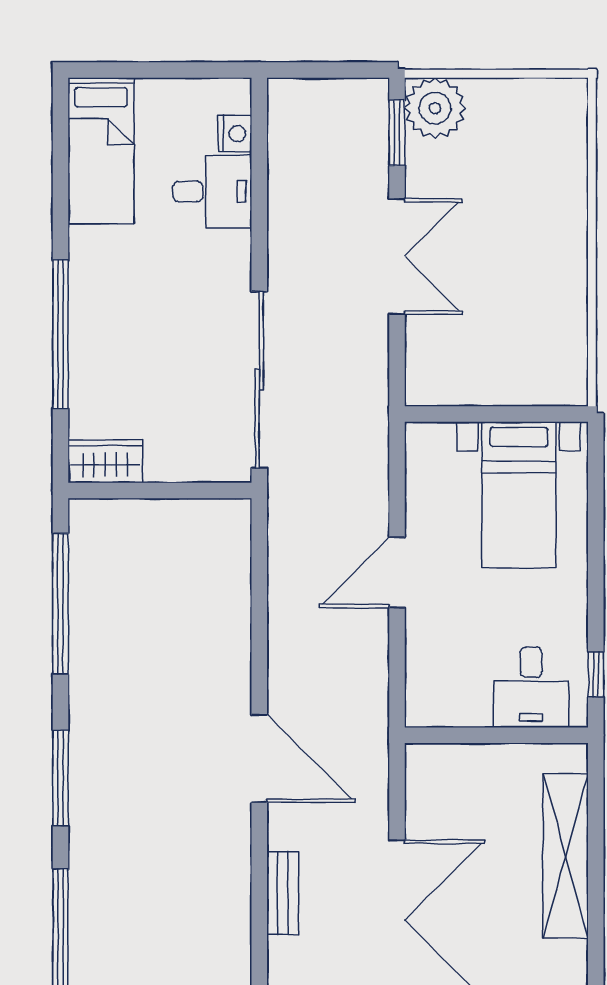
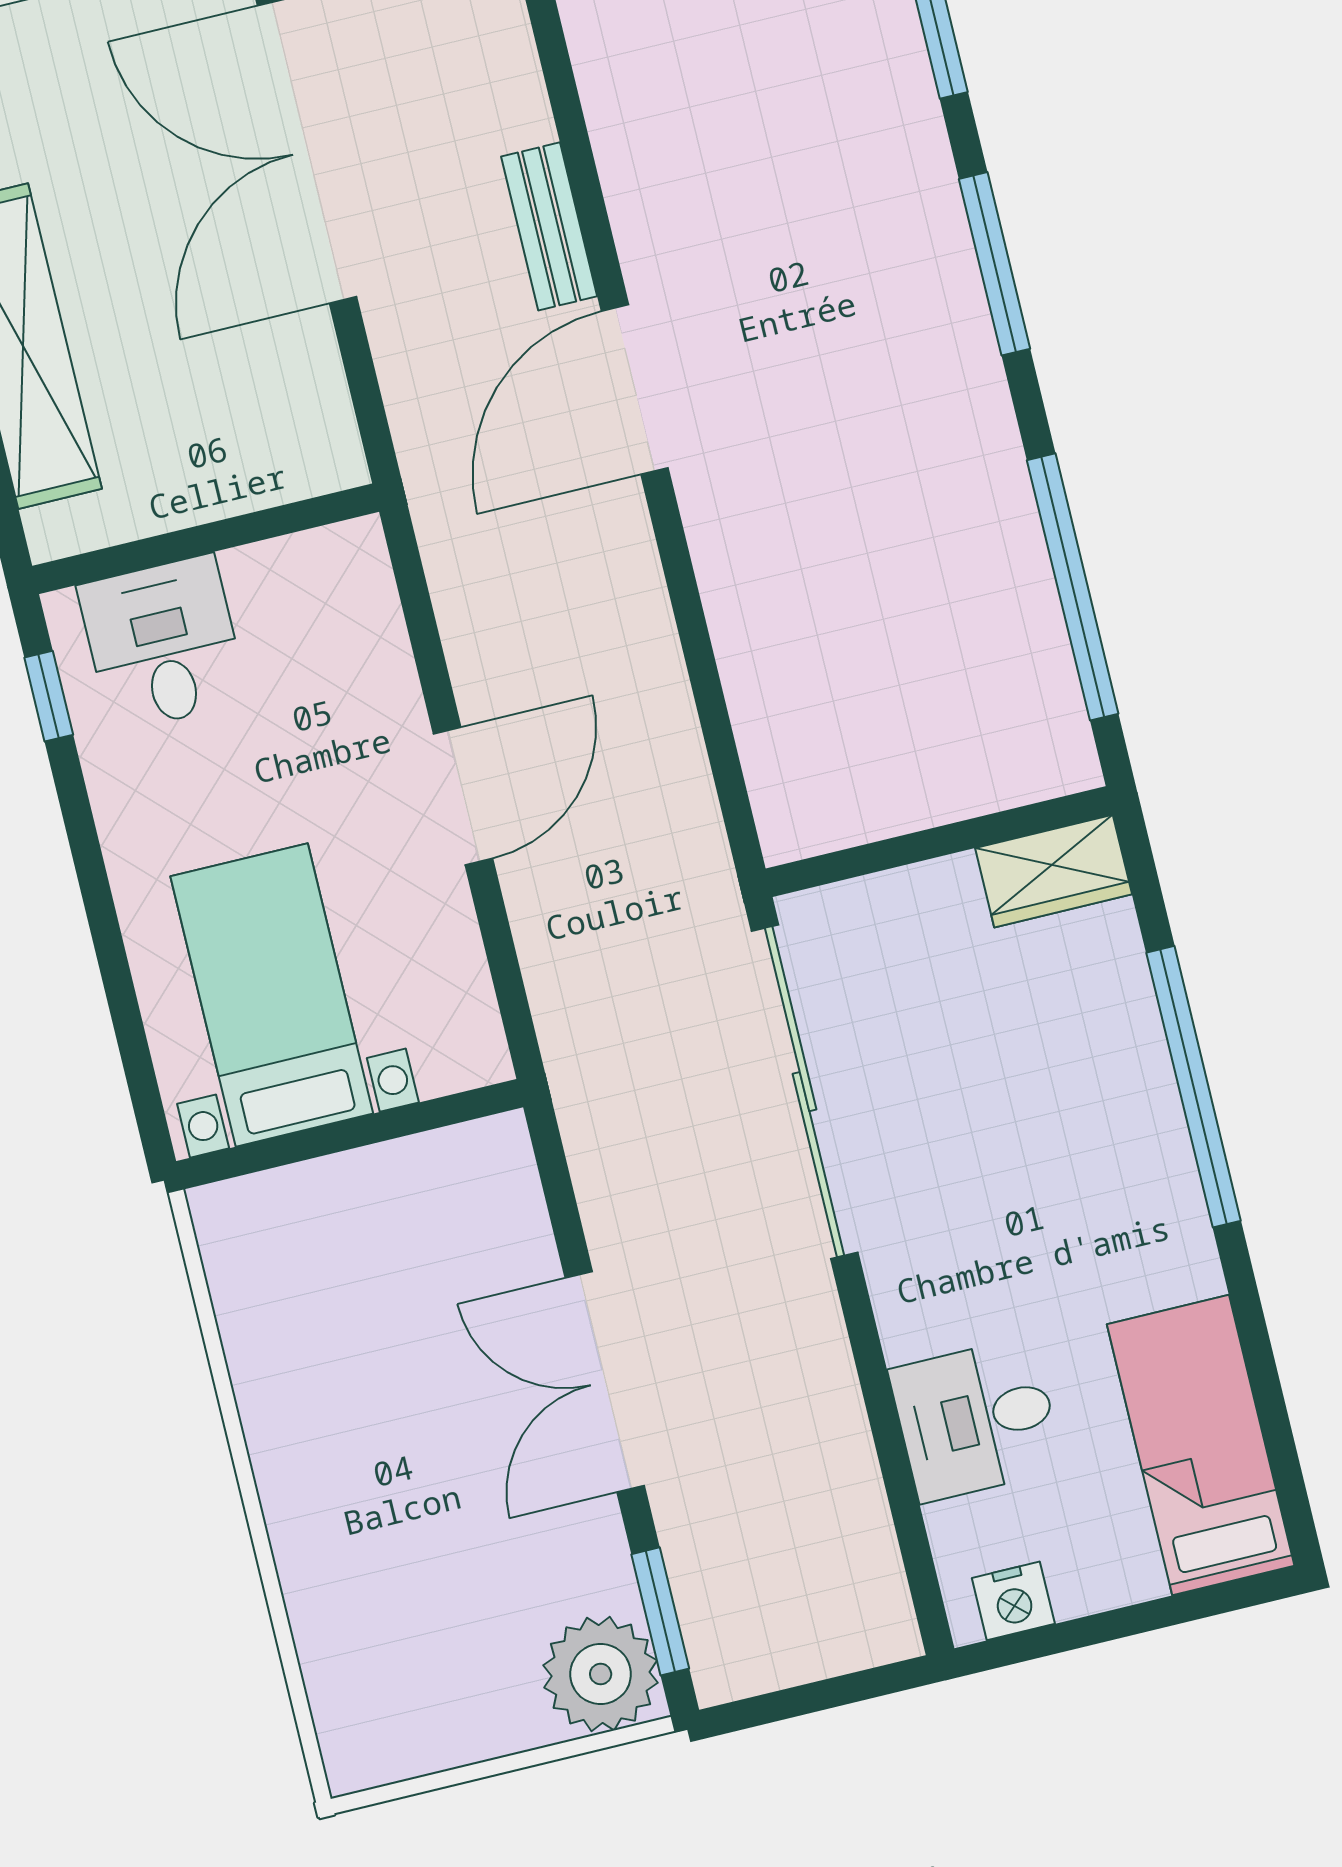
nightstand: (235, 134) -> (1013, 1601), moved, turned -90
door: (259, 758) -> (635, 390), hinge flipped
bench: (283, 893) -> (549, 226), moved

